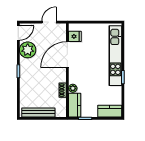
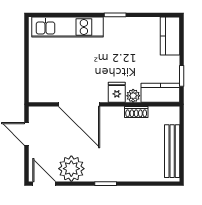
fridge: (75, 36) -> (117, 92), moved
kitchen unit: (115, 56) -> (68, 27), width x0.73

